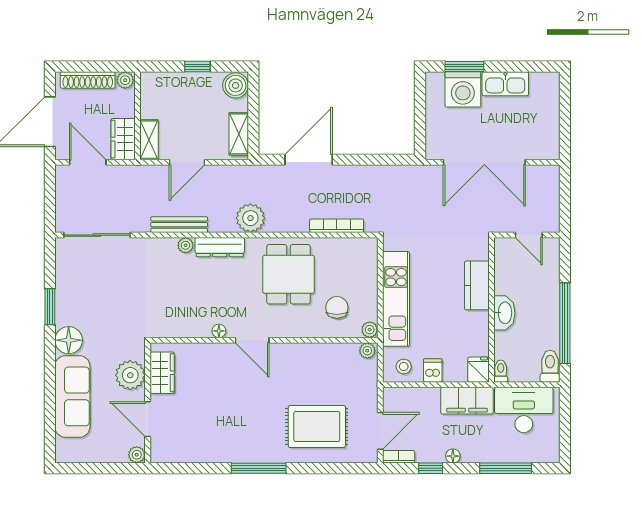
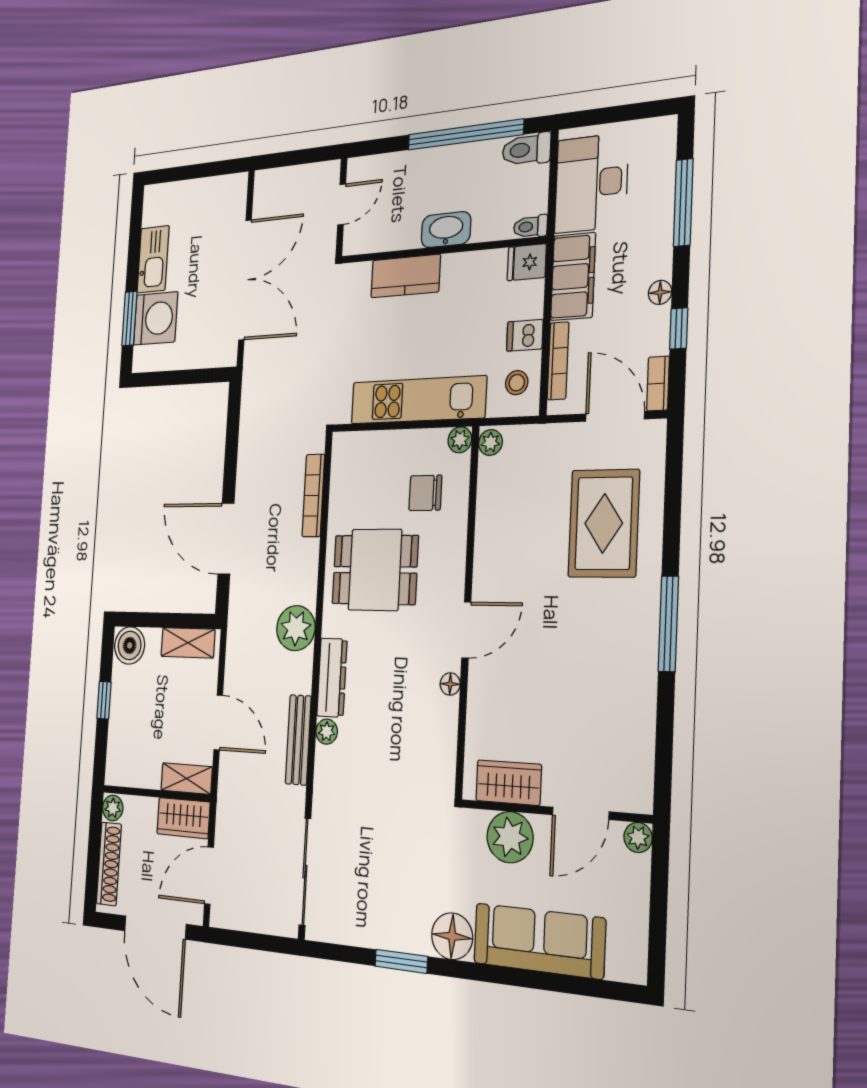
bookcase: (416, 393) -> (558, 361), added

